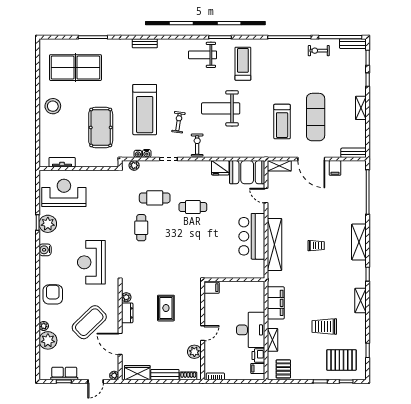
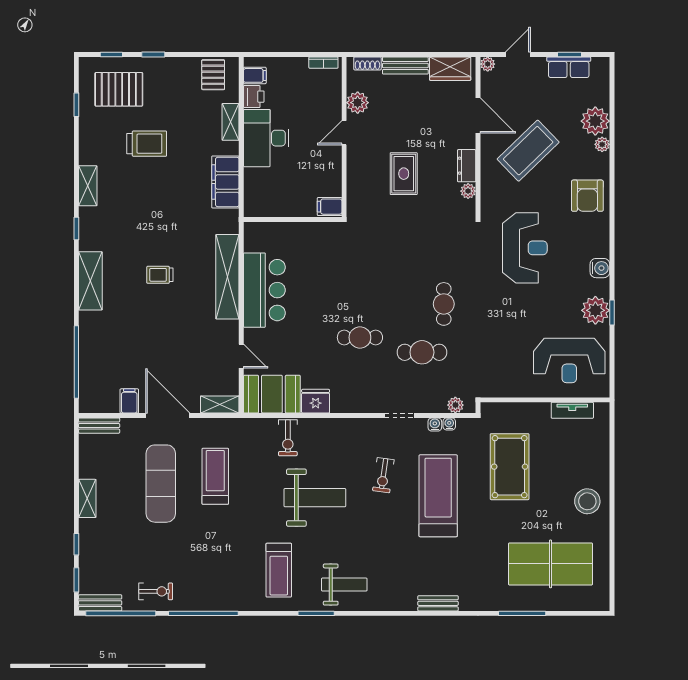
exercise bike: (197, 145) -> (288, 438), moved

